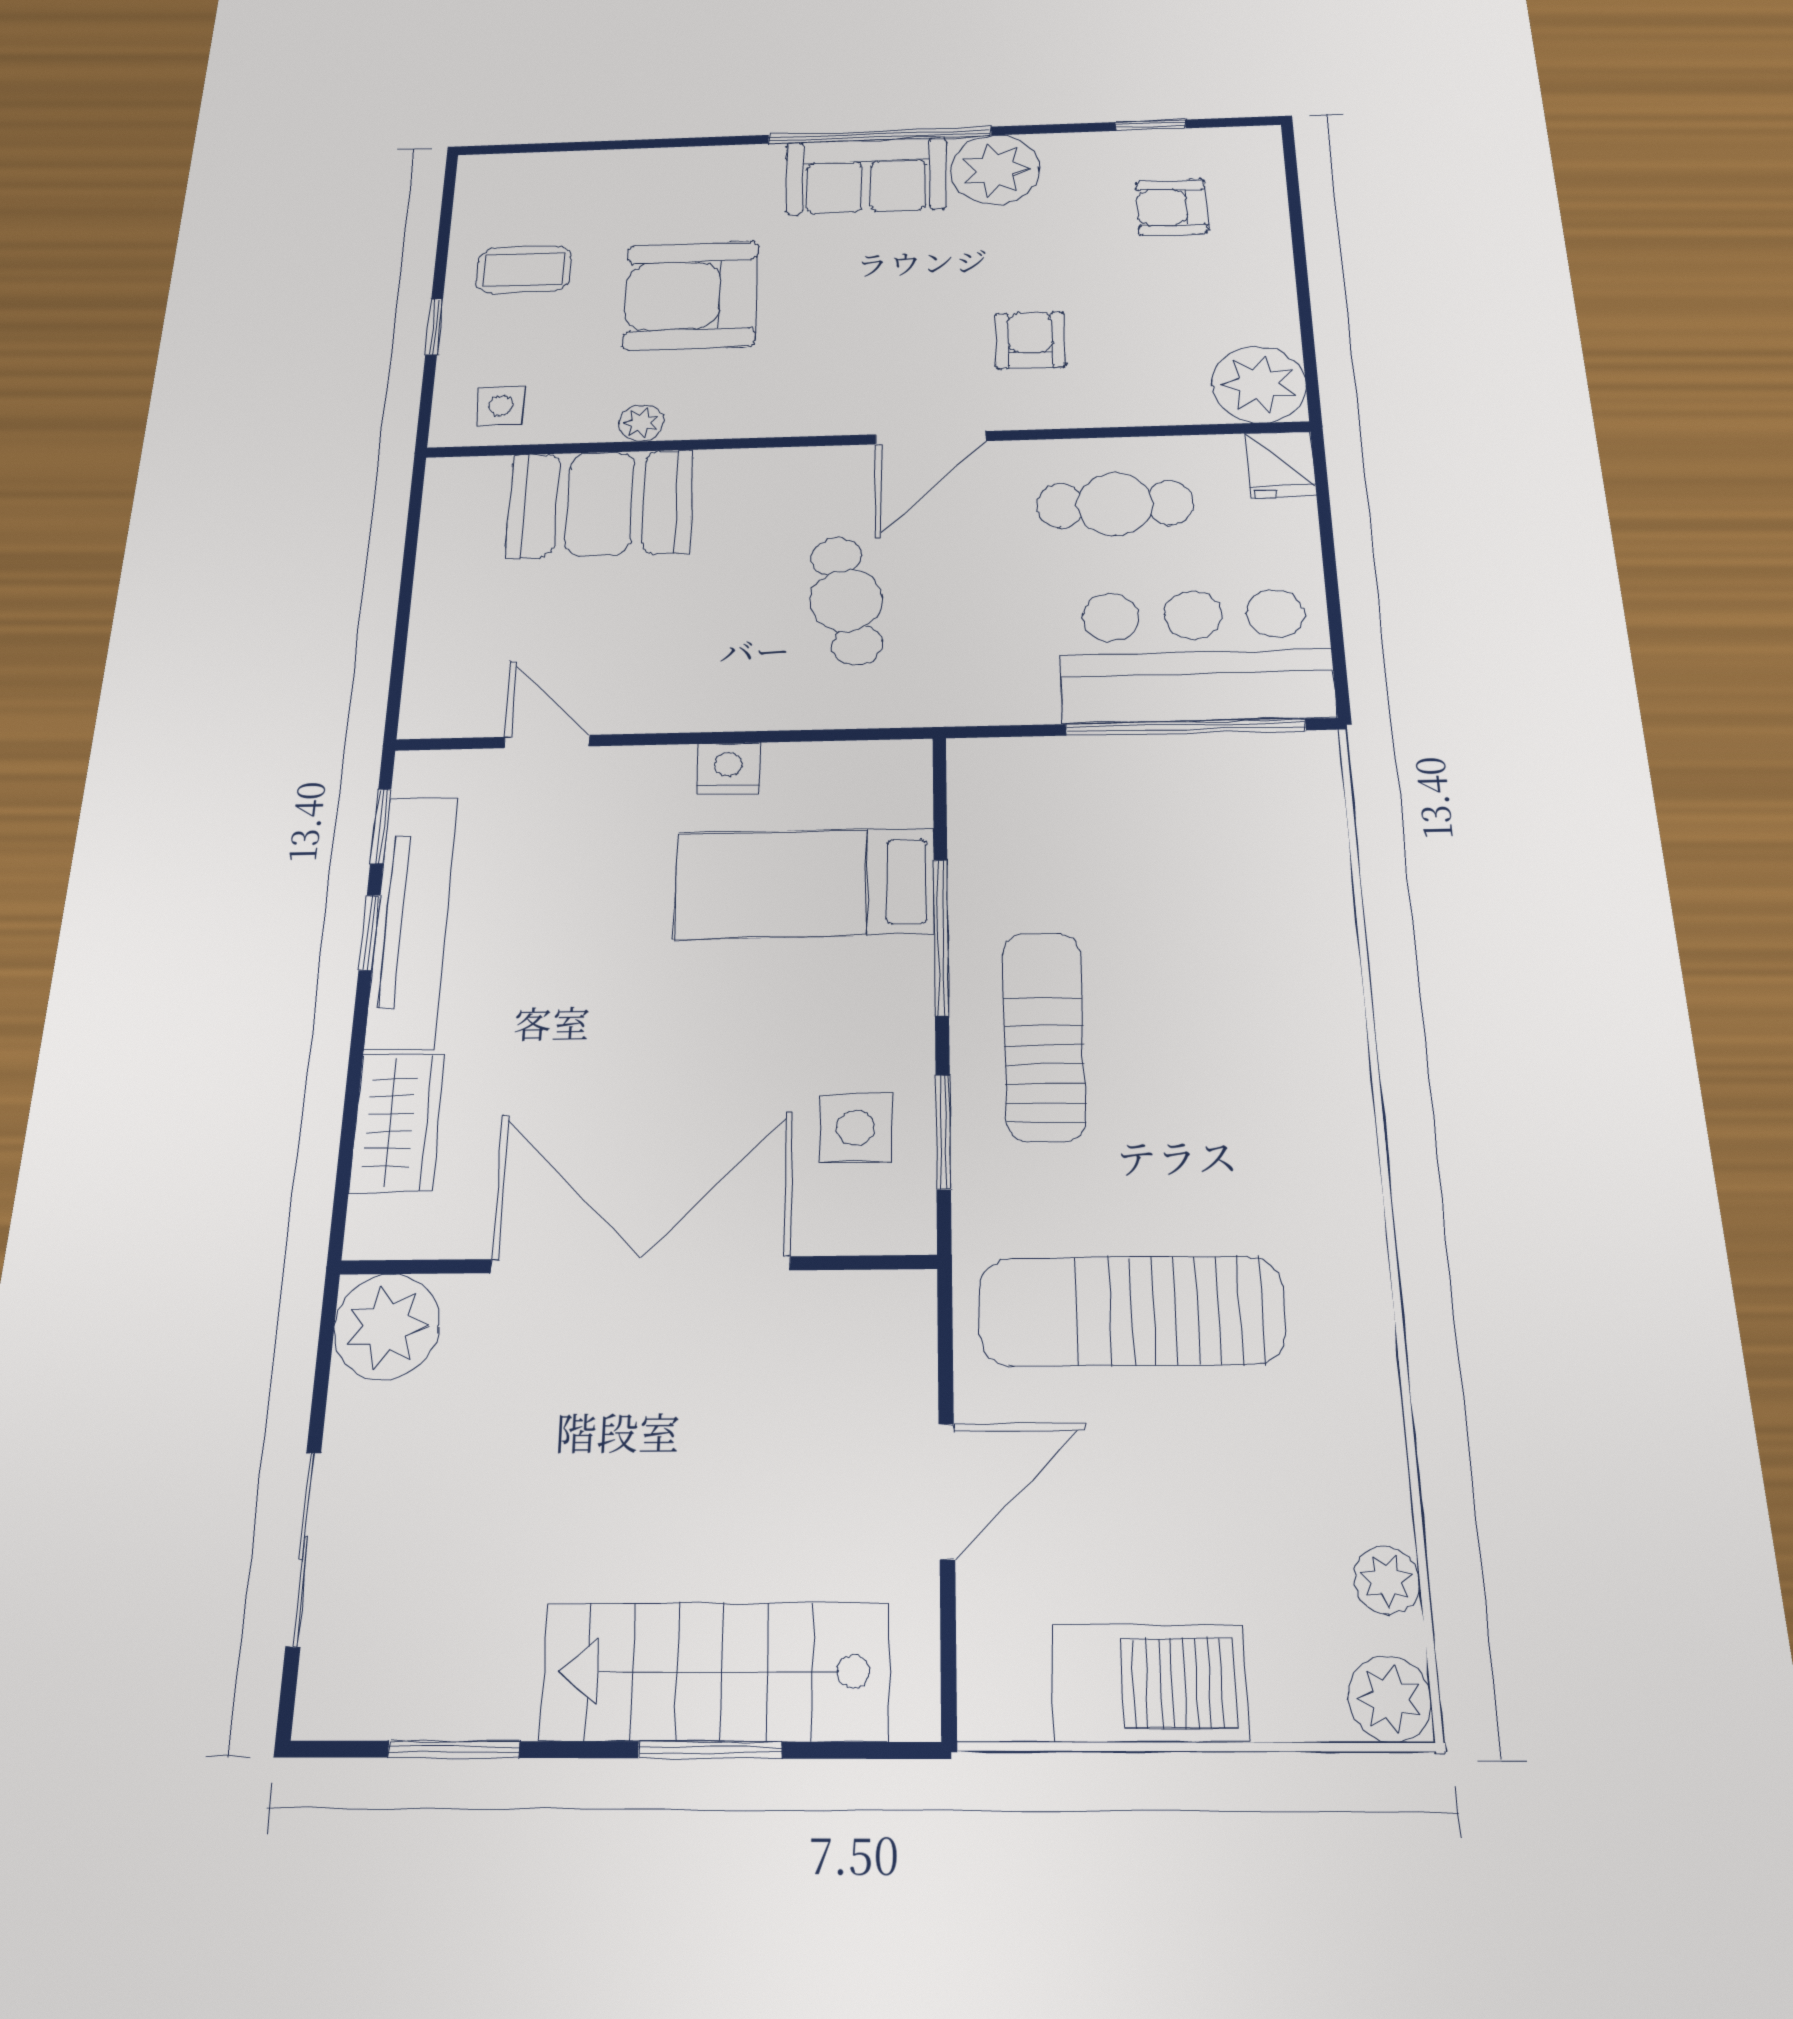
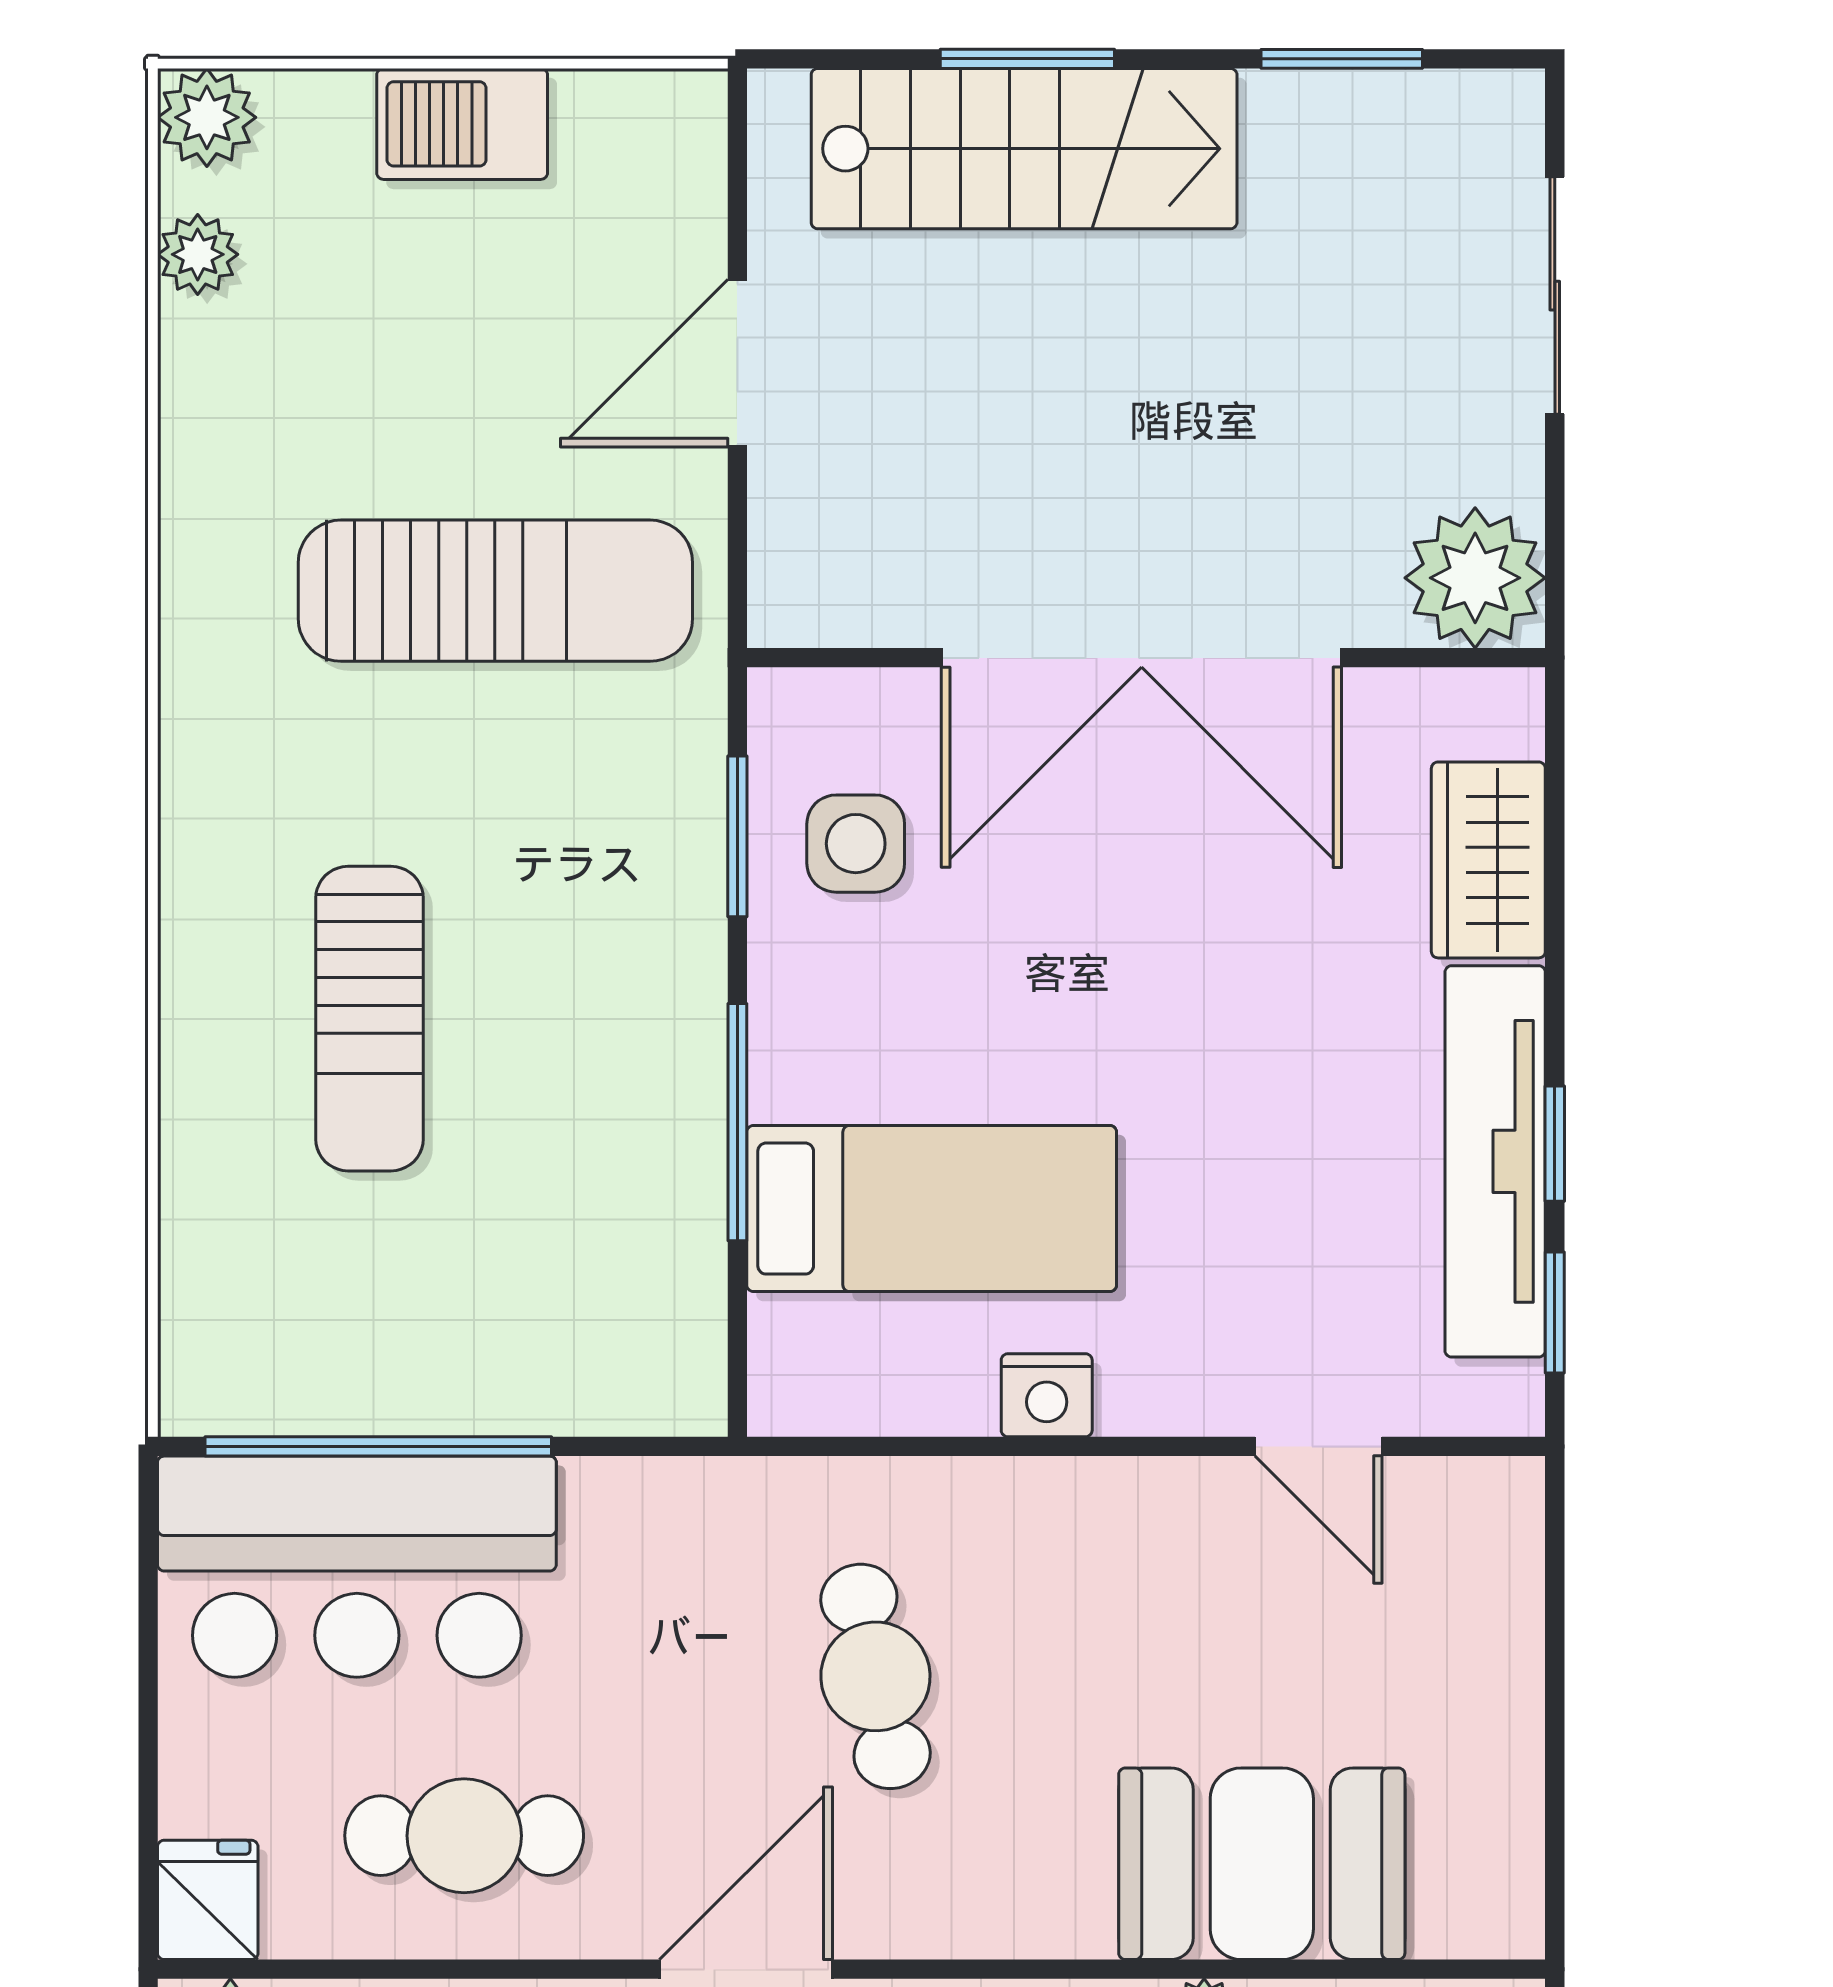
sun lounger: (1044, 1036) -> (369, 1019), moved
barbecue: (1150, 1683) -> (462, 124), width x0.73, depth x0.83

